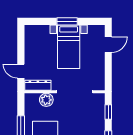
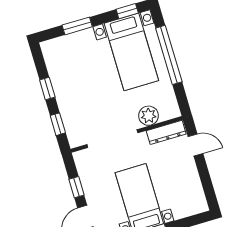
window: (108, 66) -> (76, 187), added

